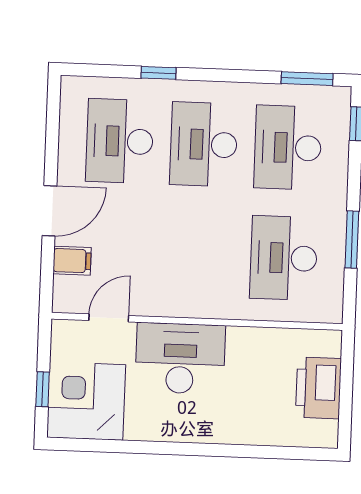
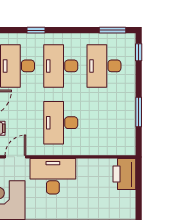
desk: (284, 258) -> (61, 123), moved
printer: (318, 388) -> (124, 174), moved

